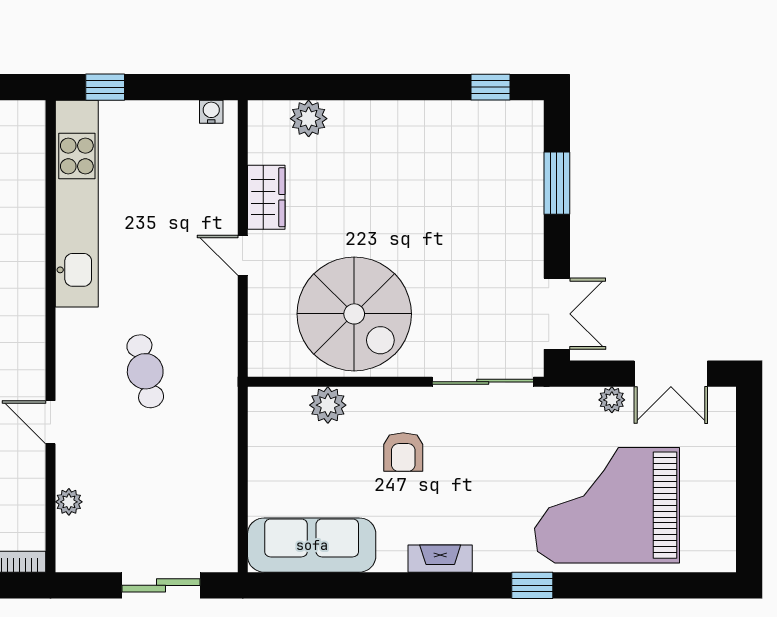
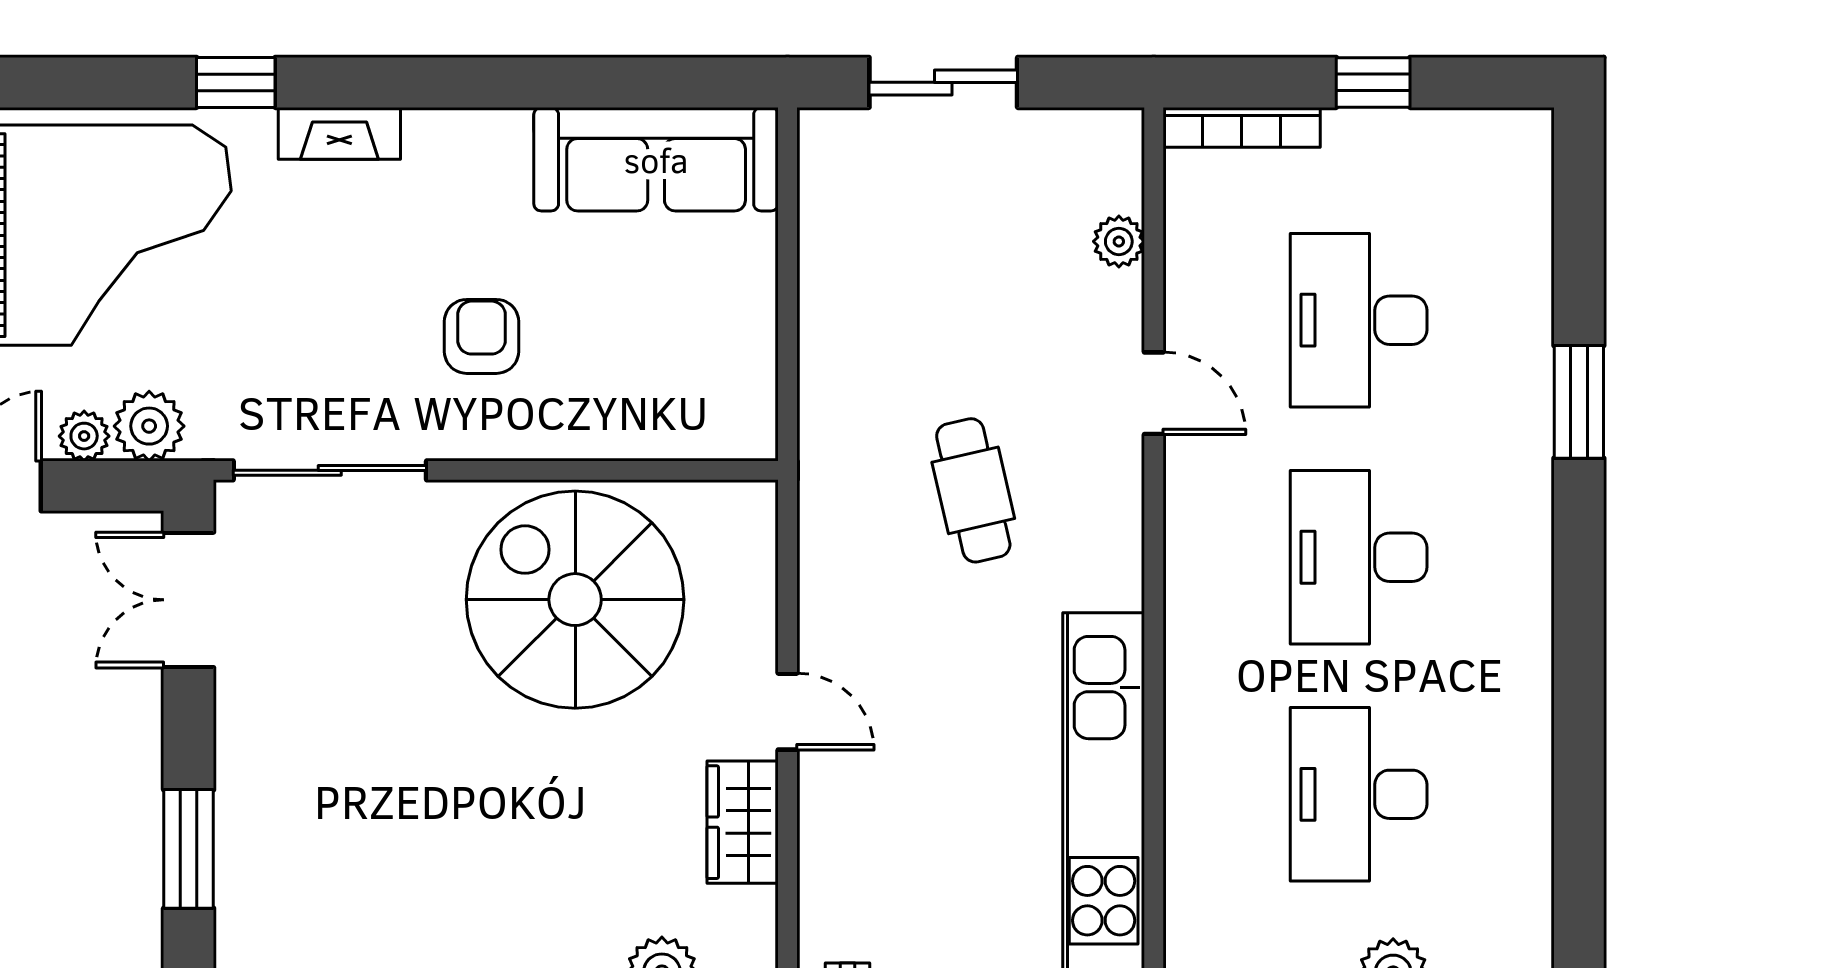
plant: (328, 405) -> (149, 426), moved
fireplace: (440, 559) -> (339, 133), moved

